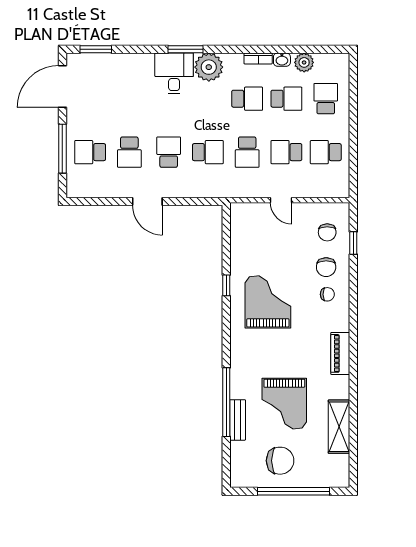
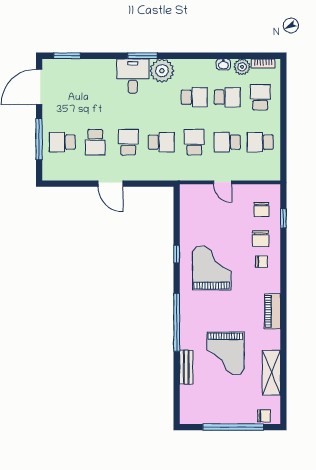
bookcase: (258, 58) -> (263, 63), moved
school desk: (247, 152) -> (194, 142), turned 180
window: (226, 402) -> (177, 322), moved
chair: (280, 461) -> (264, 416), moved, width x0.54, depth x0.54

